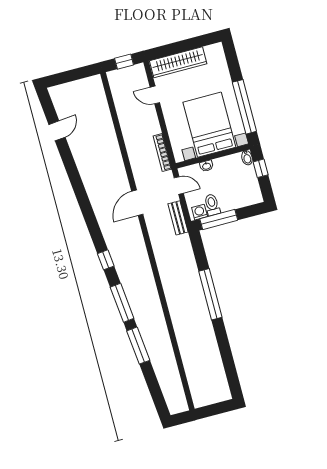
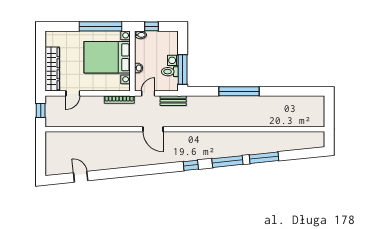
washing machine: (200, 212) -> (173, 60), moved

